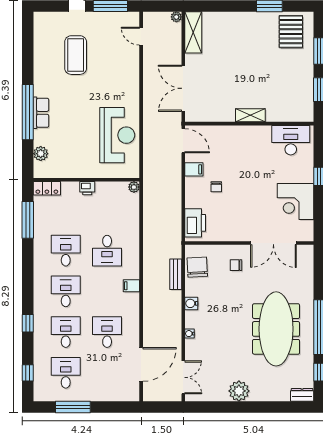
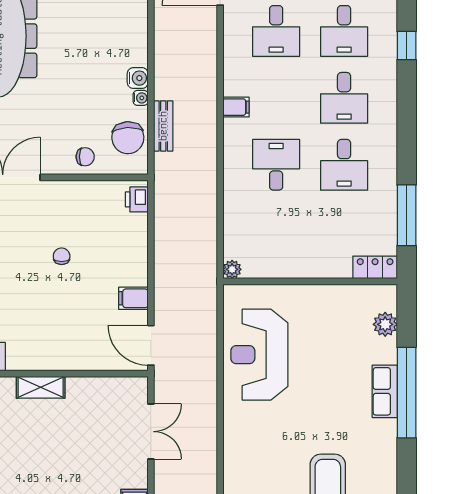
double door: (183, 88) -> (151, 432), width x0.73
chair: (216, 187) -> (62, 256), moved
printer: (87, 188) -> (309, 267), removed
printer: (195, 223) -> (137, 199), width x0.53, depth x0.68
chair: (236, 265) -> (85, 157), moved
water cooler: (190, 334) -> (141, 98), moved

